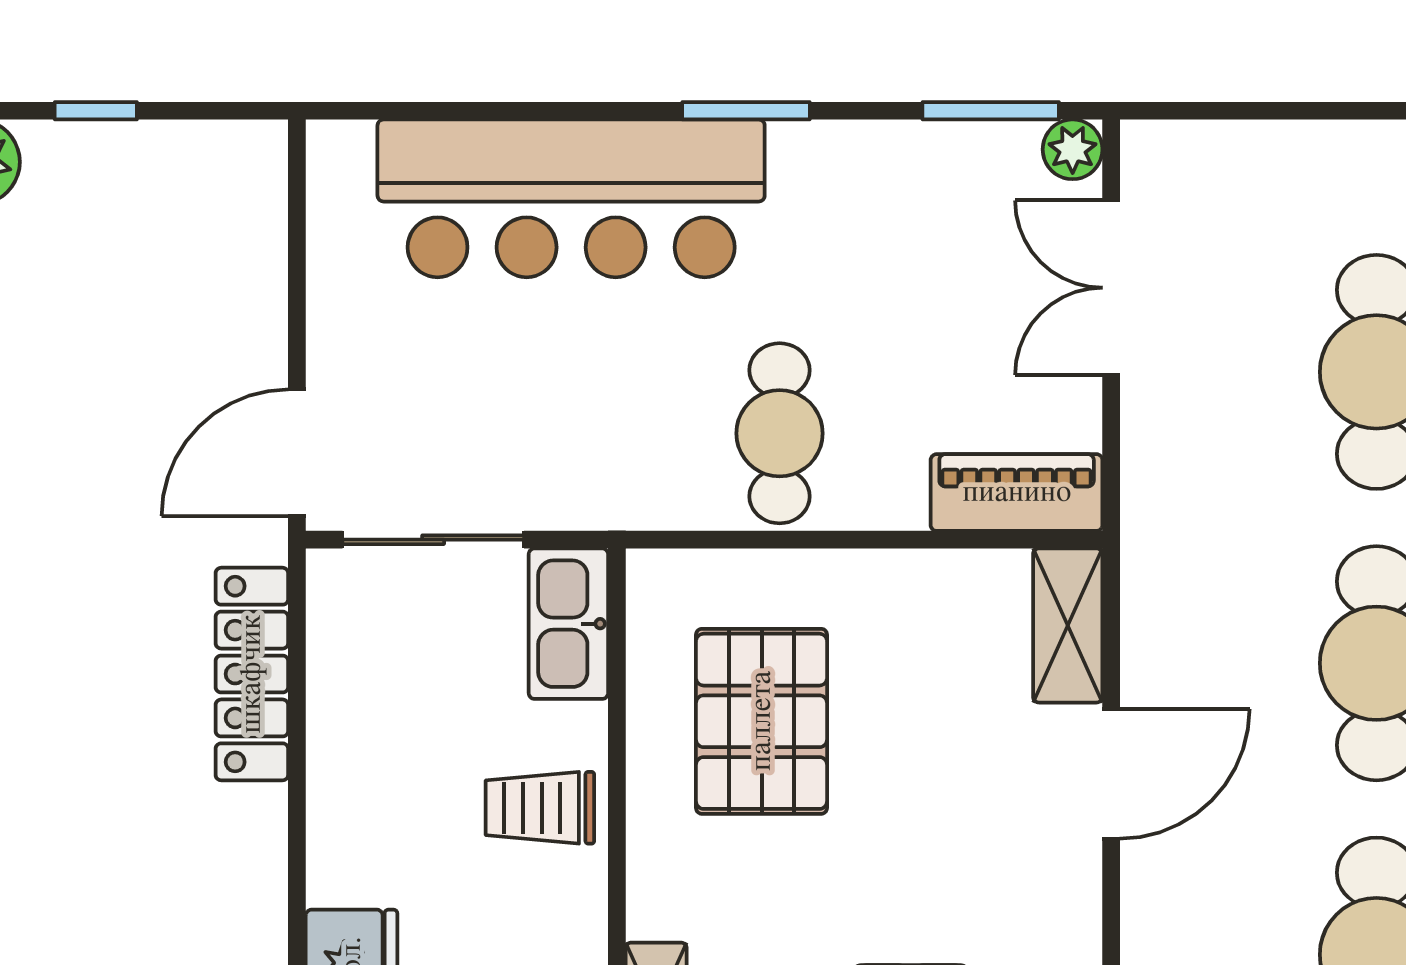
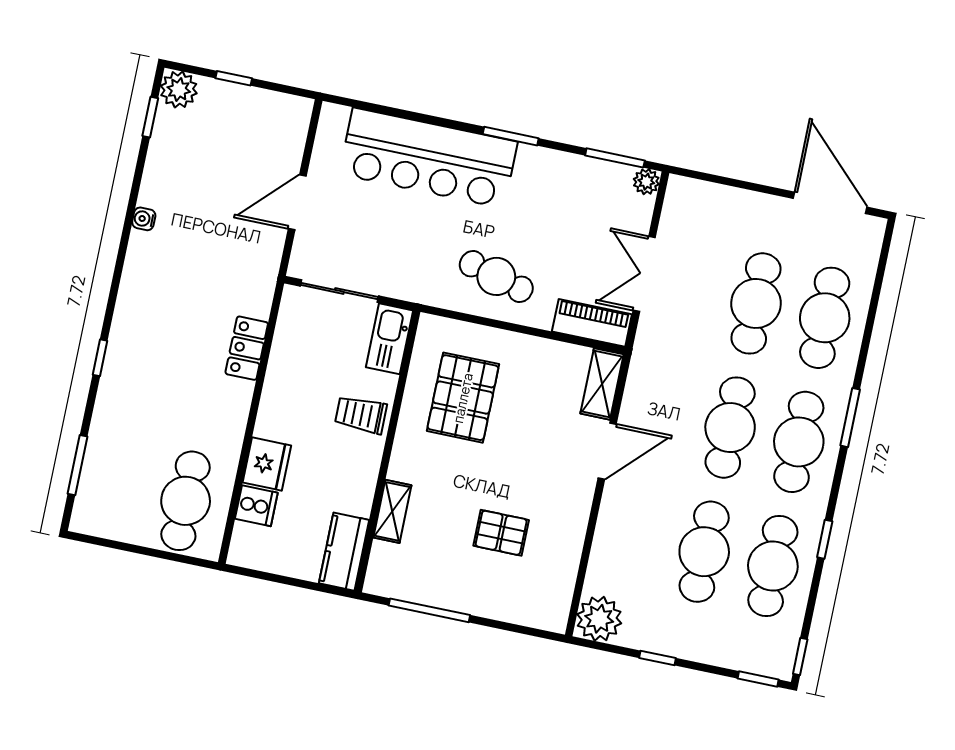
double door: (1111, 288) -> (644, 274), moved
cafe table: (780, 433) -> (496, 276), turned -74
door: (297, 453) -> (297, 202), moved
locker: (252, 674) -> (247, 348), width x0.66

